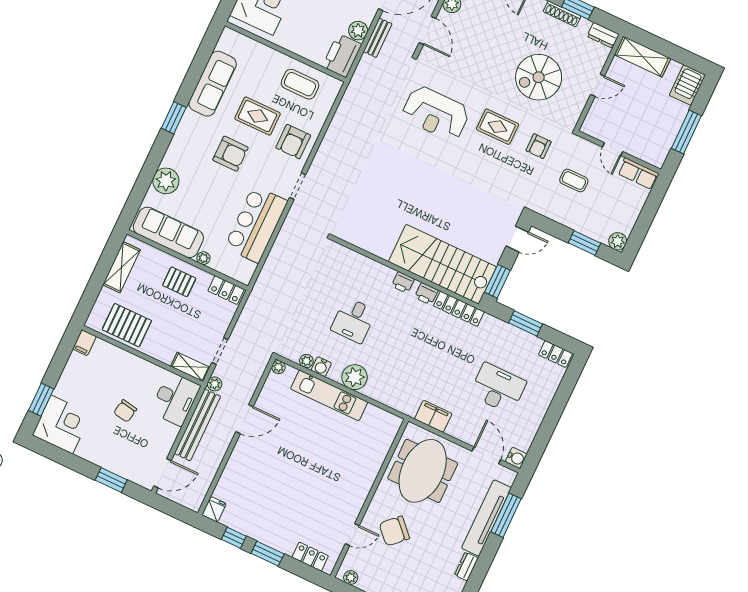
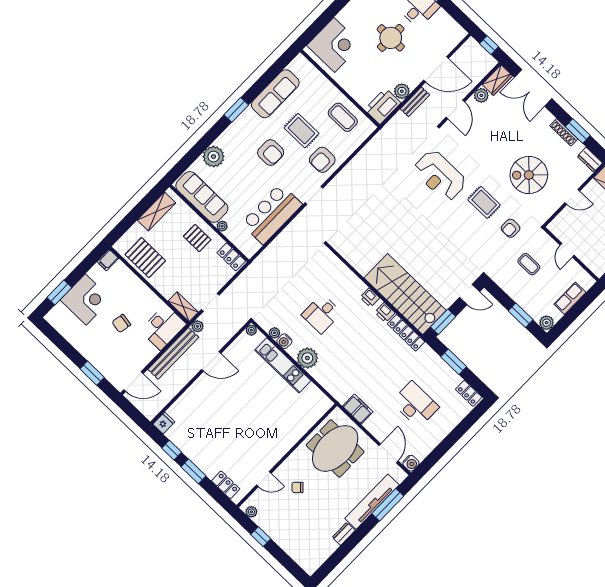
row of seats: (638, 174) -> (570, 298), moved, turned 90
corner desk: (62, 424) -> (86, 300), moved
chair: (394, 531) -> (297, 487), width x0.54, depth x0.54

